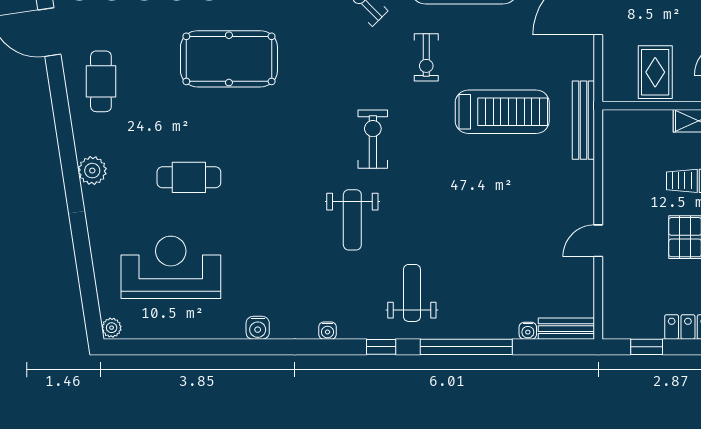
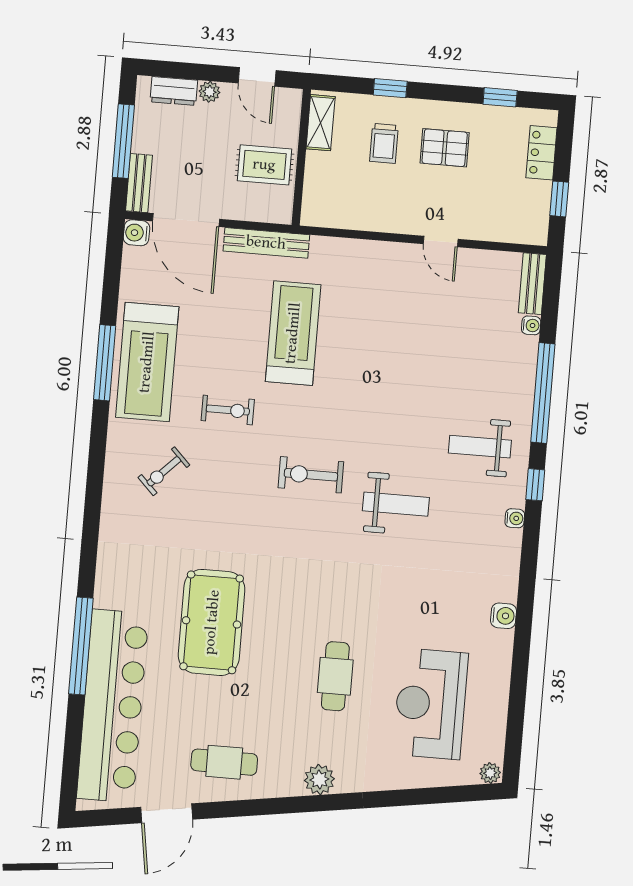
bench: (583, 120) -> (266, 243), moved
water cooler: (327, 331) -> (515, 518), moved

